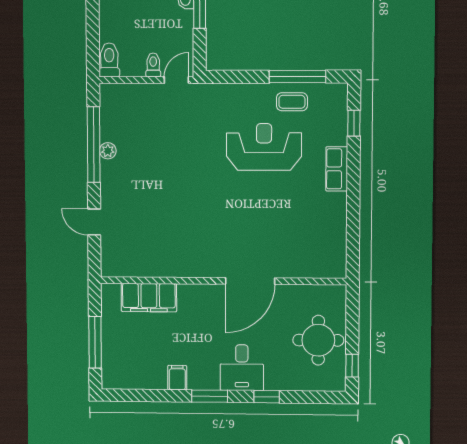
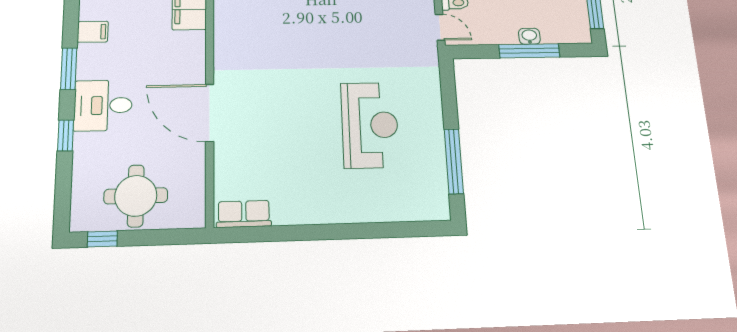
coffee table: (292, 102) -> (424, 156), removed
window: (354, 123) -> (404, 229), removed
row of seats: (337, 169) -> (244, 214), moved

